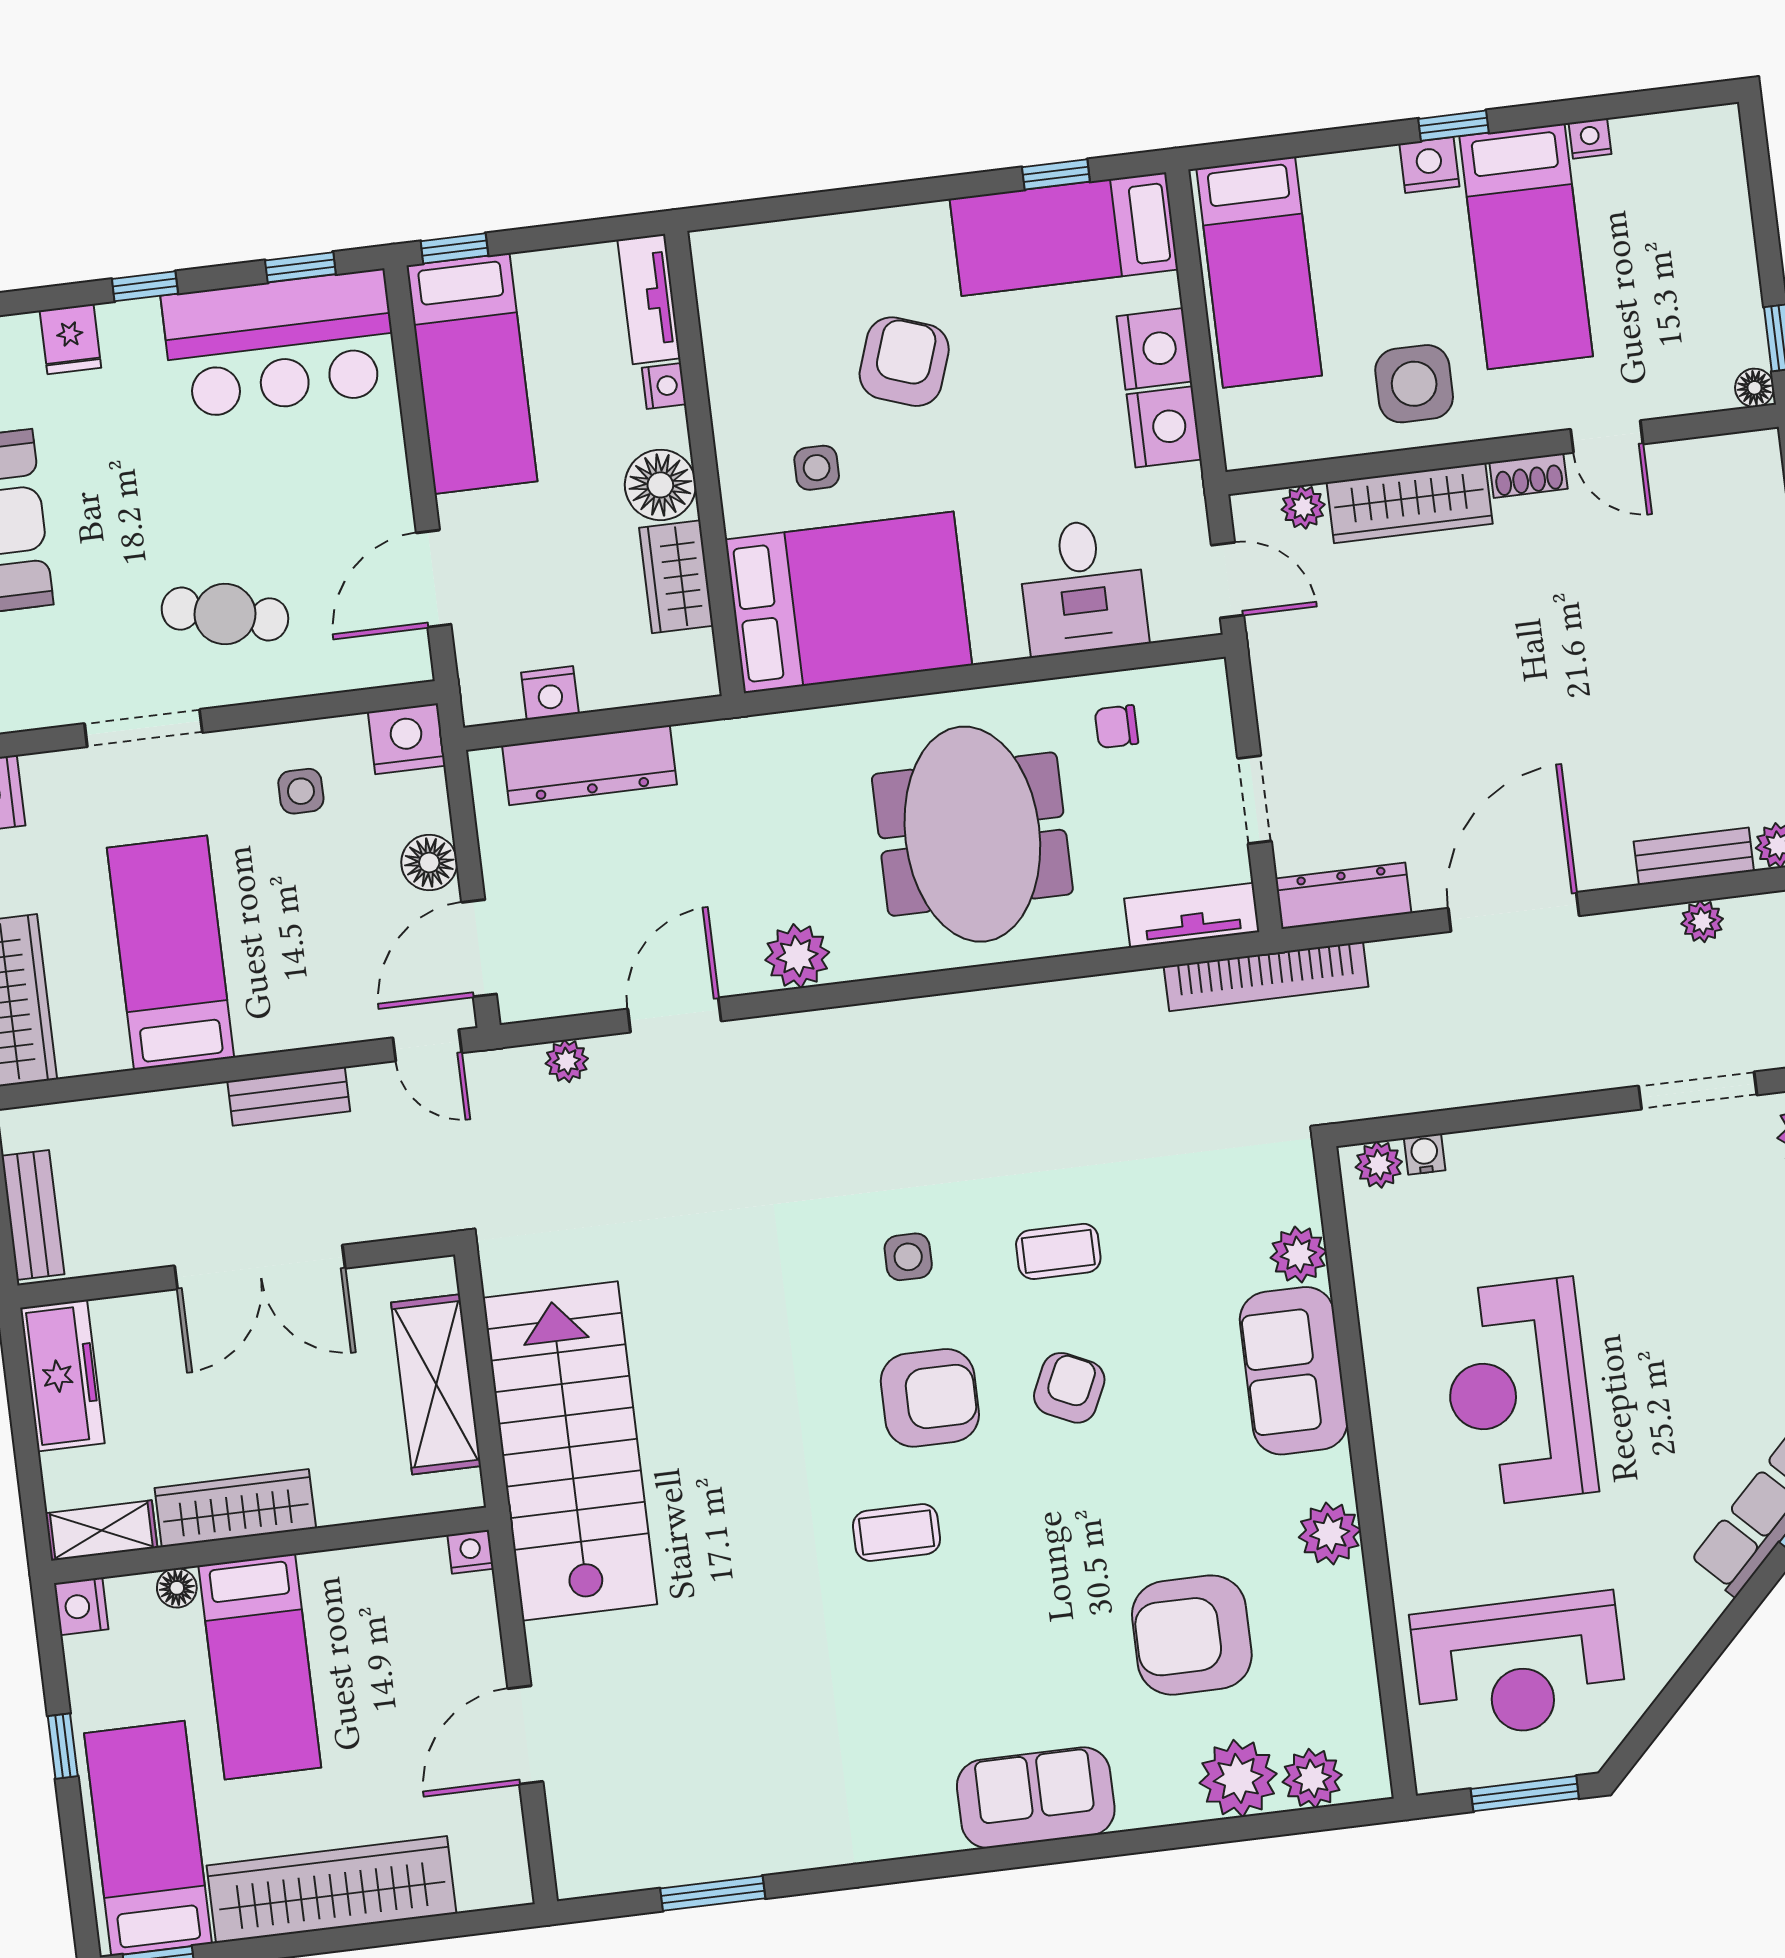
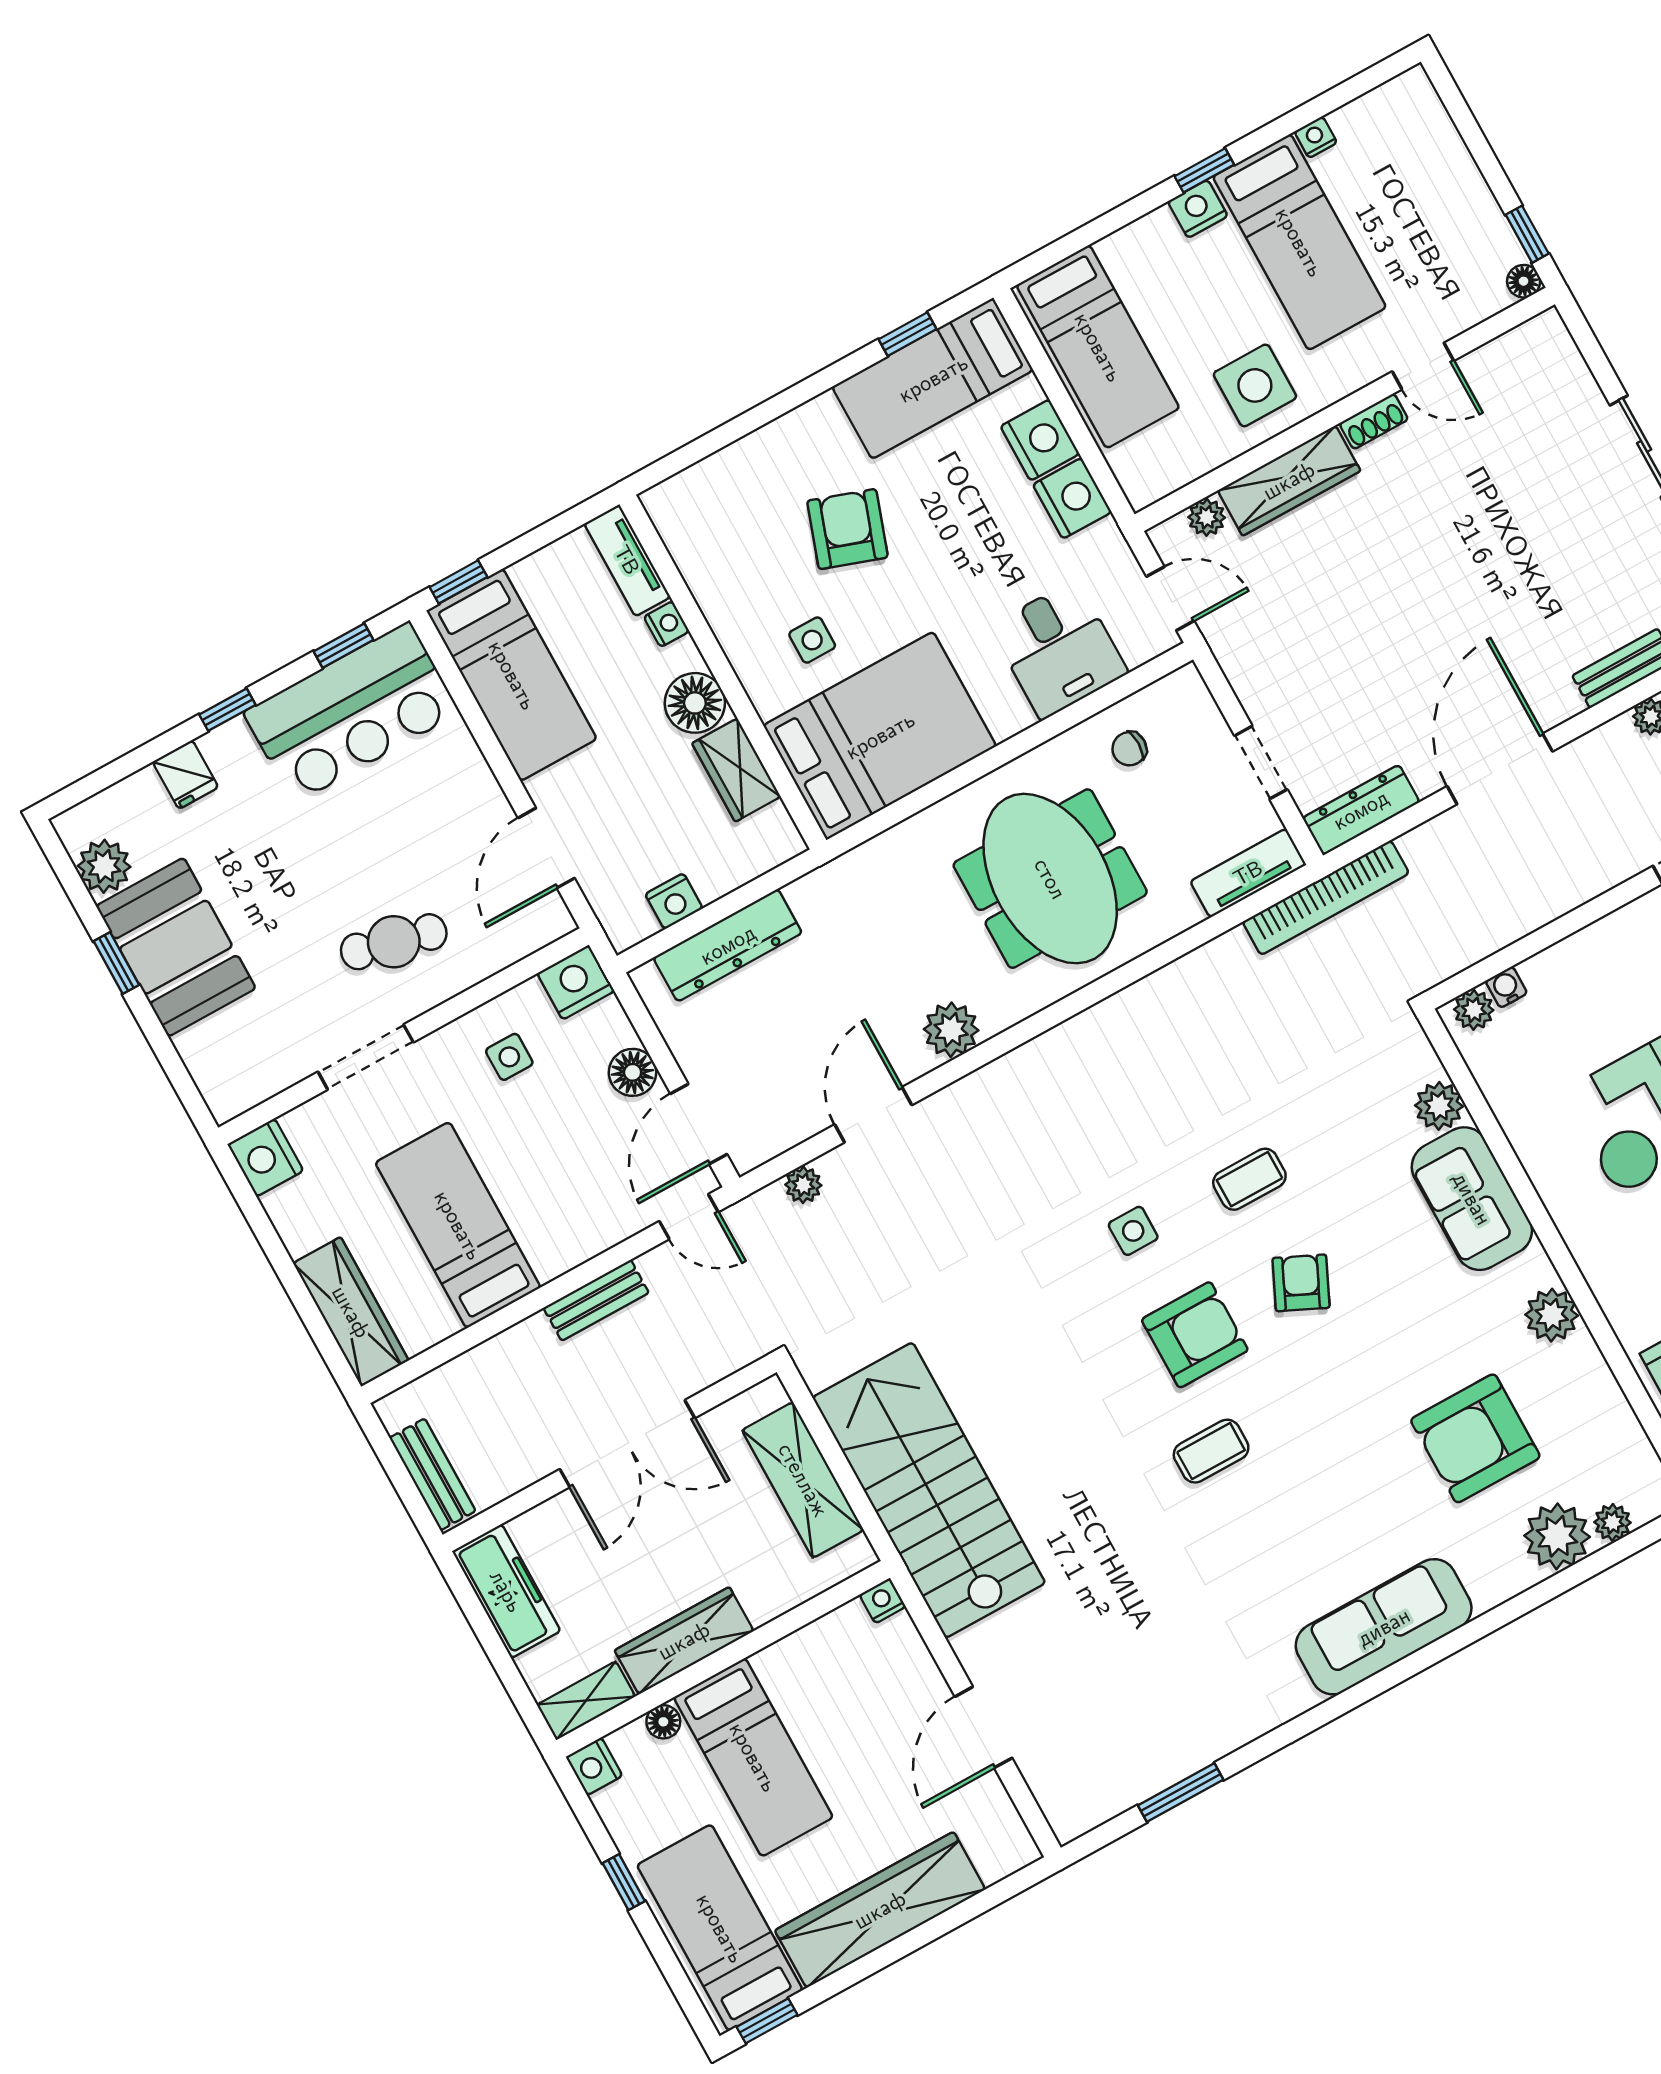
plant: (1312, 1778) -> (1612, 1522), width x0.73, depth x0.73
sofa: (1036, 1798) -> (1384, 1627), width x1.36

